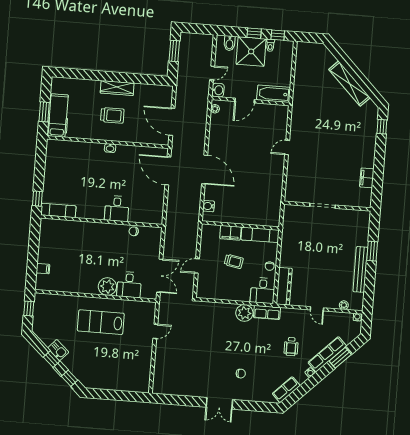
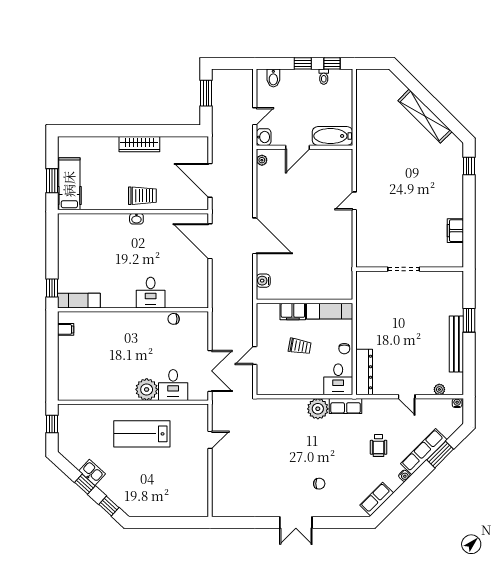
shower: (251, 51) -> (301, 86), removed
trolley: (112, 115) -> (142, 196), moved
filing cabinet: (43, 269) -> (66, 329), moved

